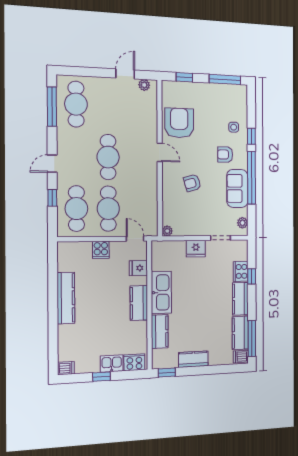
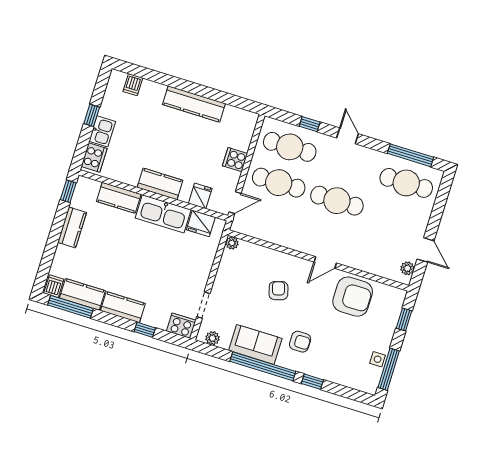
side table: (234, 127) -> (378, 359), moved
armchair: (225, 154) -> (300, 342), turned 90
fridge: (196, 249) -> (201, 223), moved, turned -90
cooker: (241, 271) -> (181, 326), moved
dishwasher: (66, 368) -> (133, 85), moved

